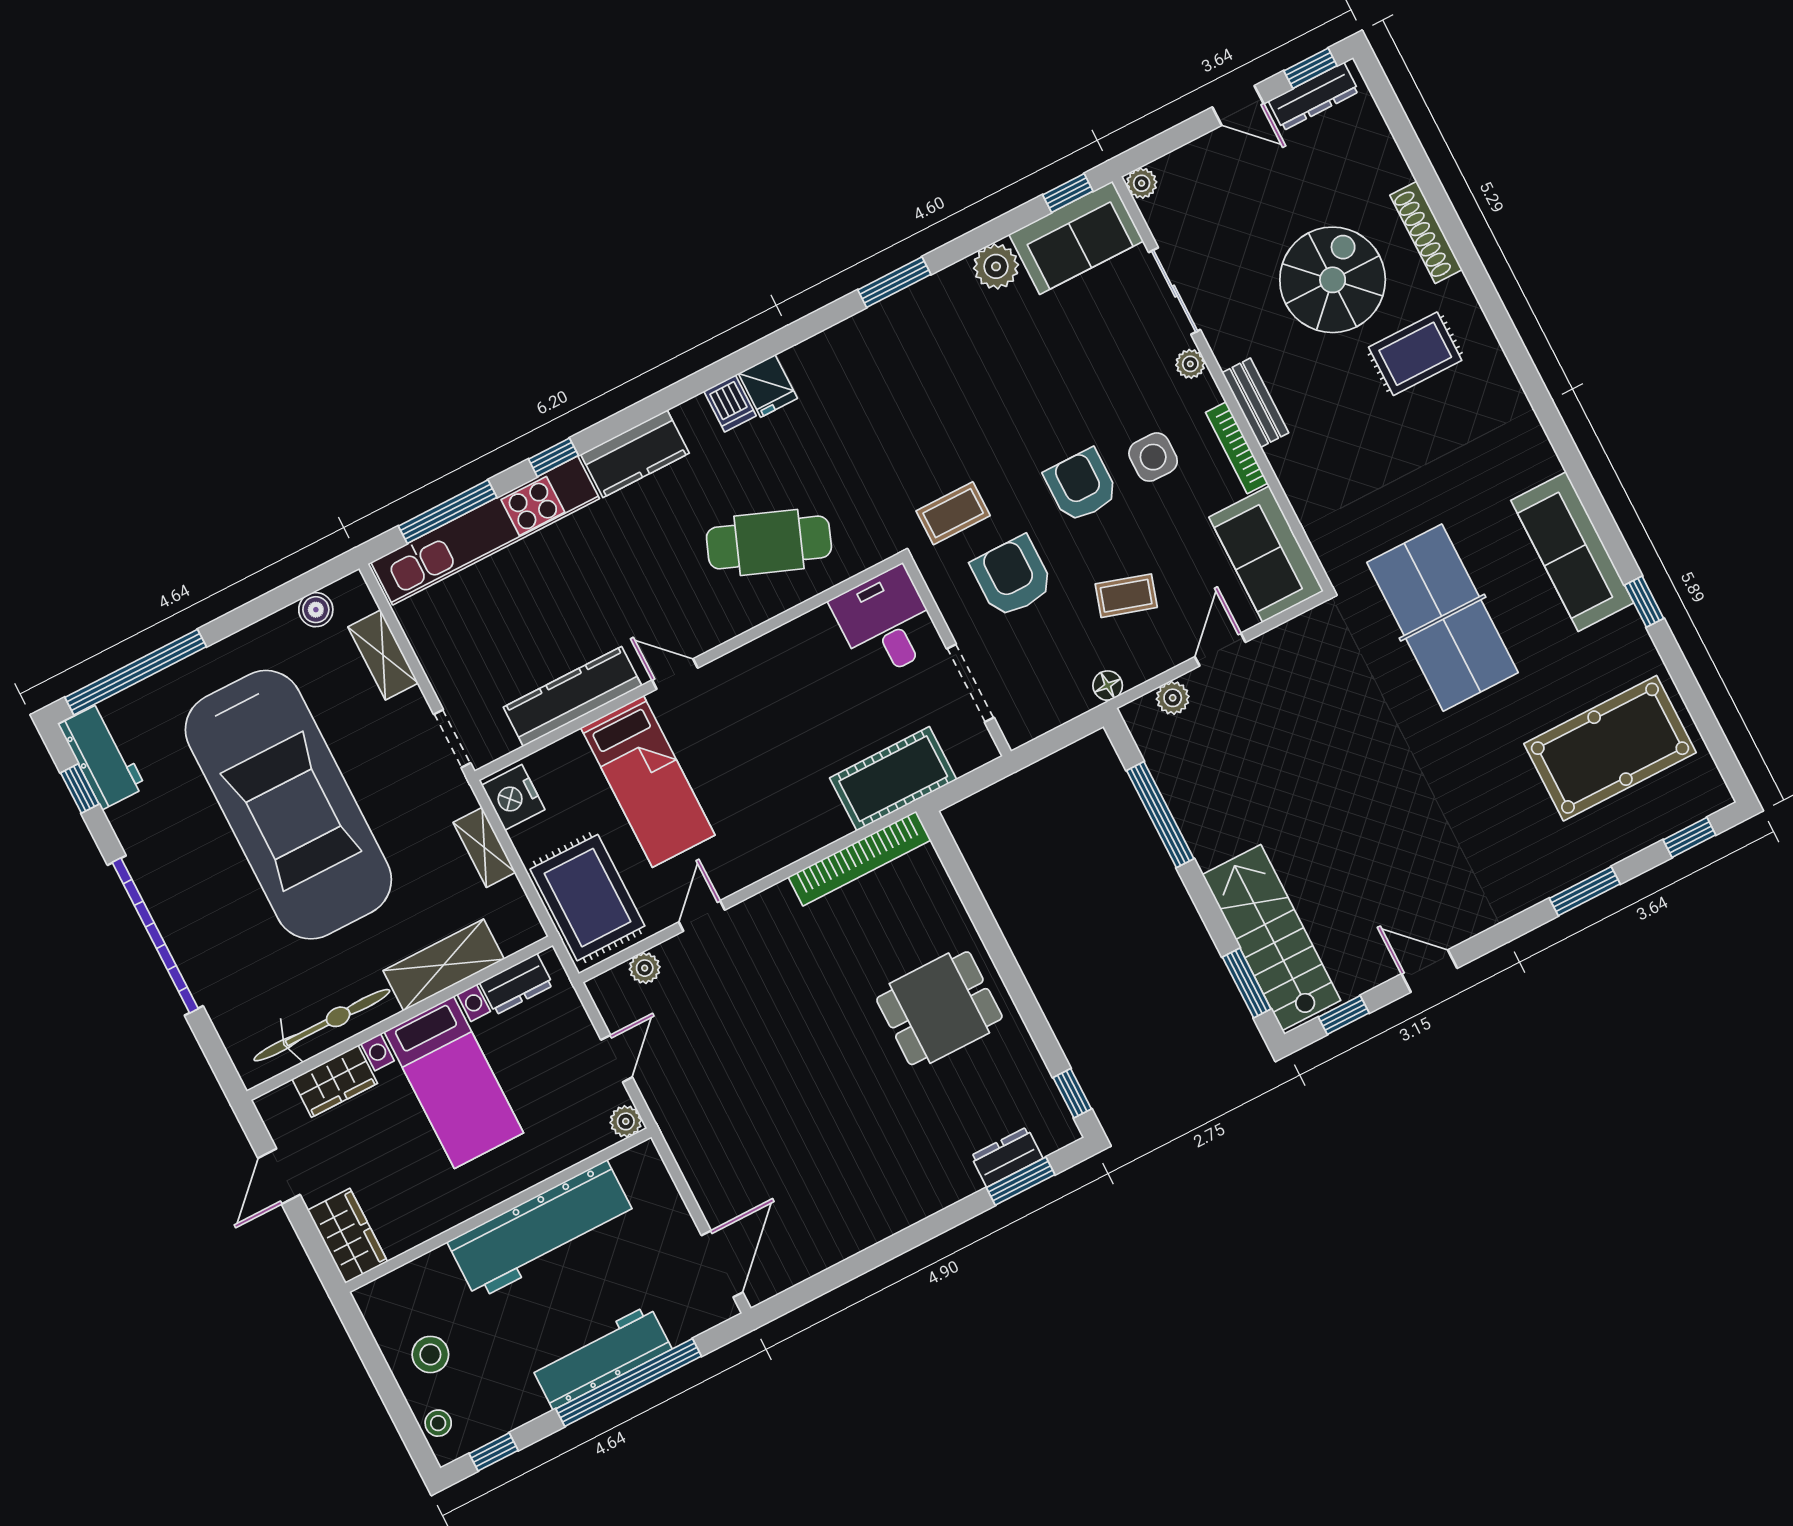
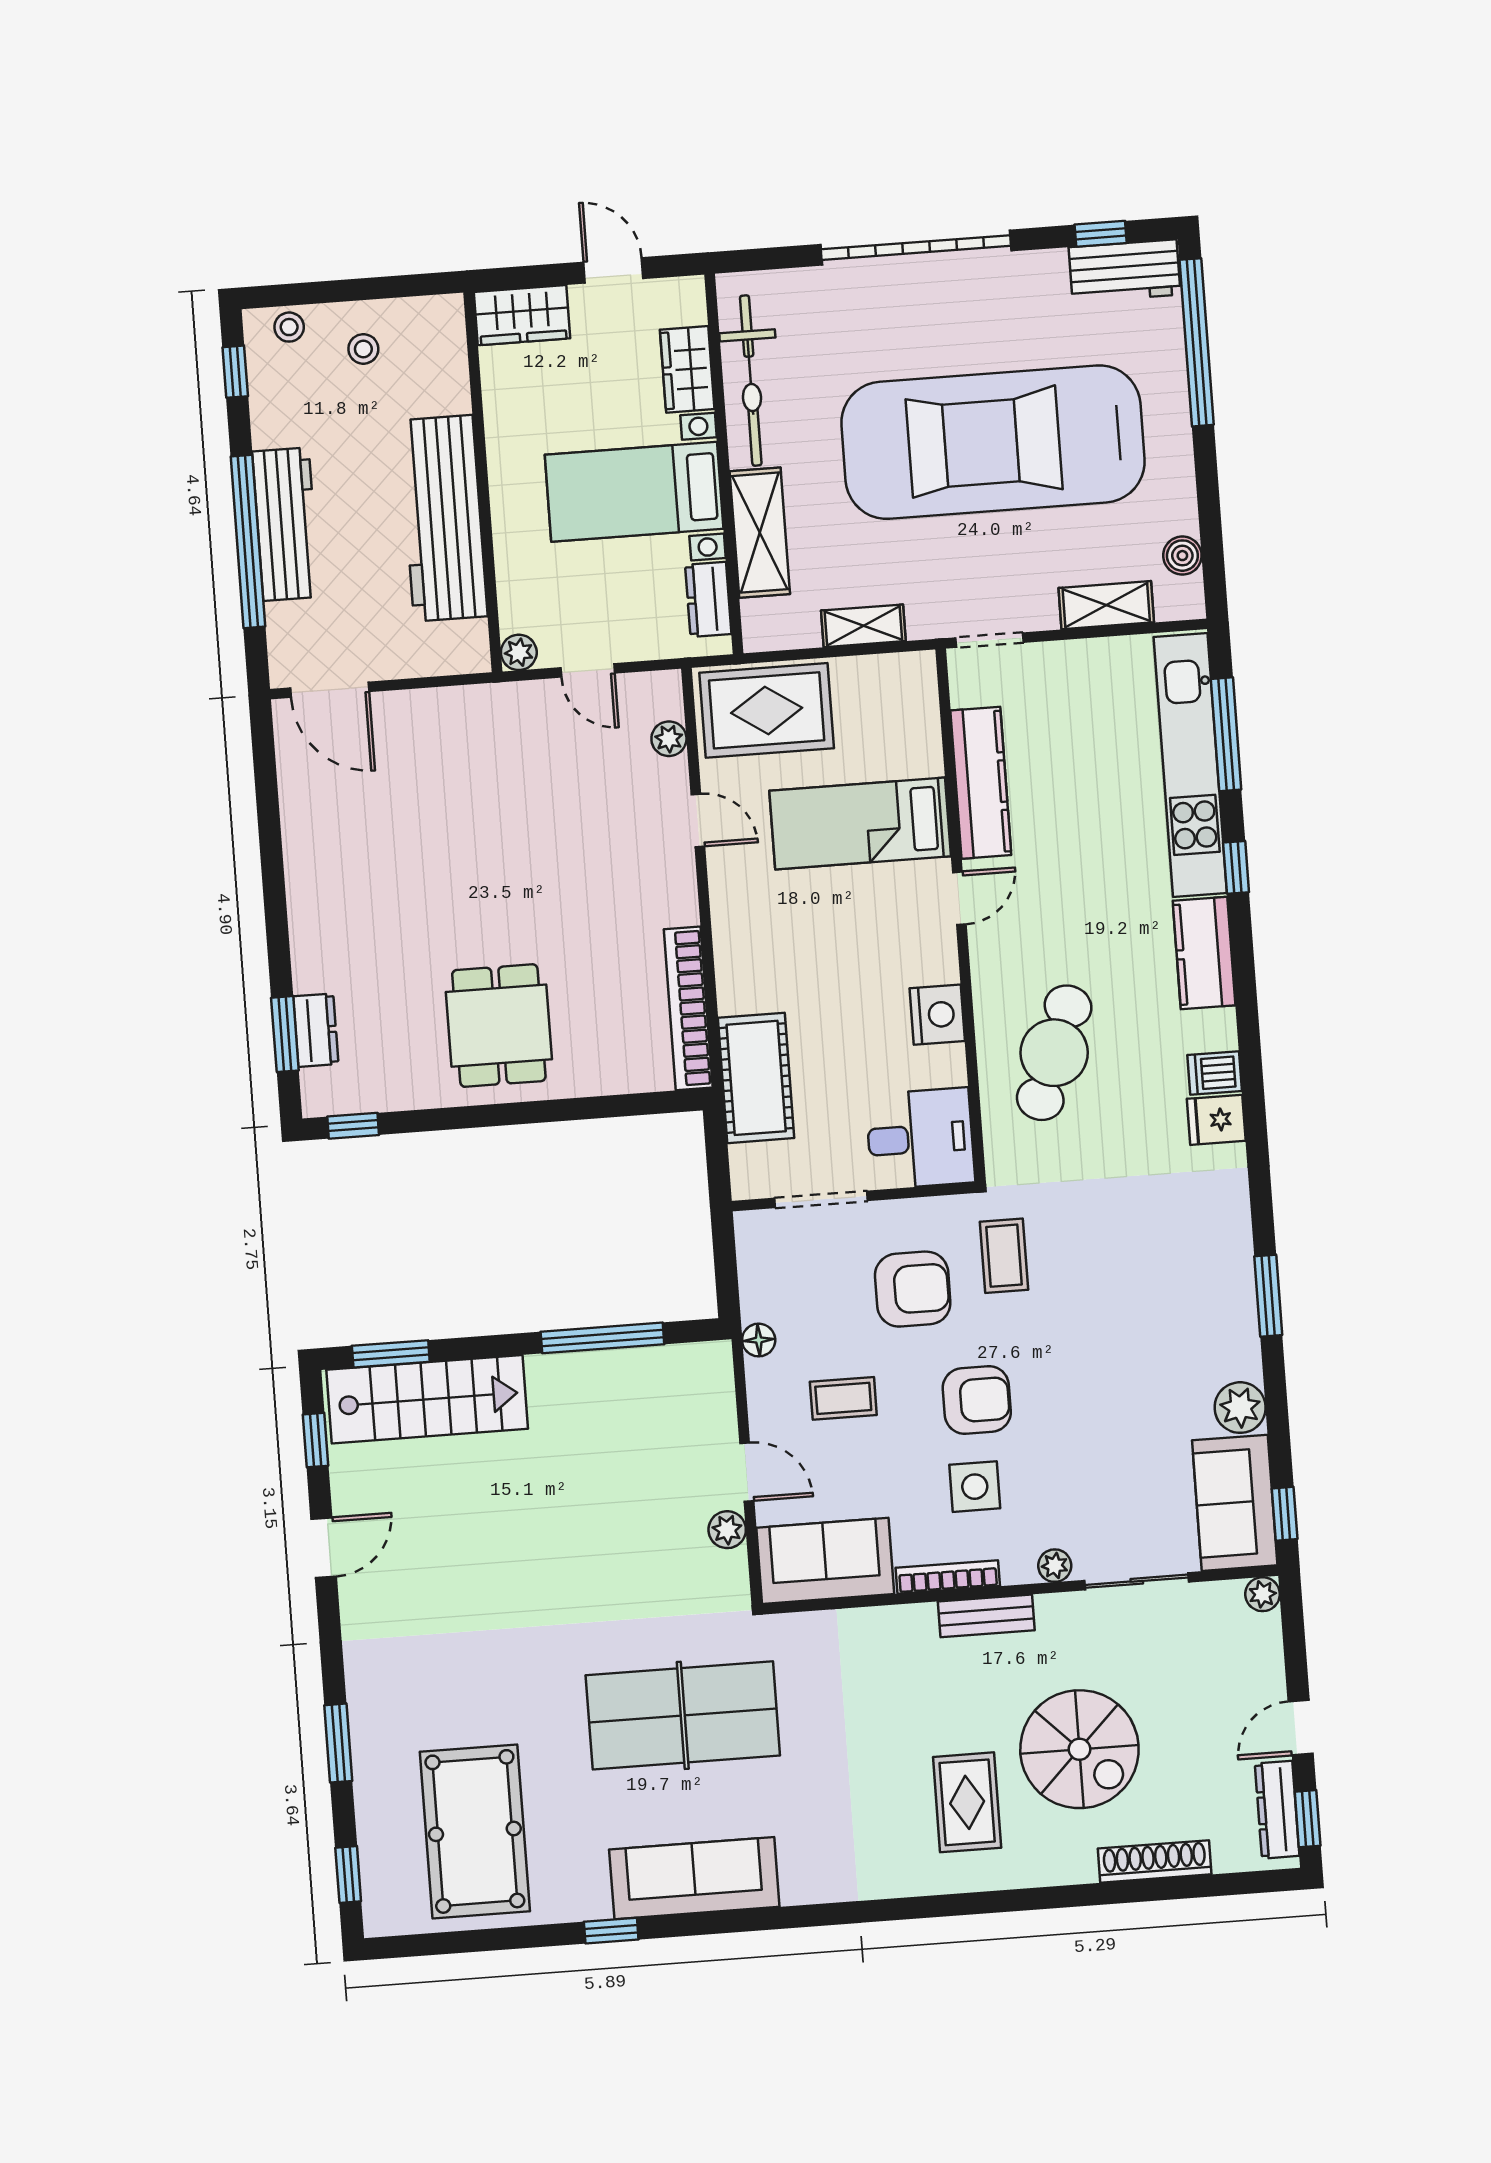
shoe rack: (1426, 232) -> (1155, 1861), moved
coffee table: (1126, 596) -> (843, 1398), turned 73
plant: (1173, 698) -> (727, 1530), moved
nightstand: (513, 797) -> (937, 1015), moved, turned 90
stool: (430, 1354) -> (363, 349), width x0.73, depth x0.73

